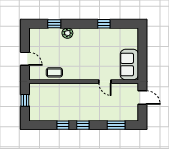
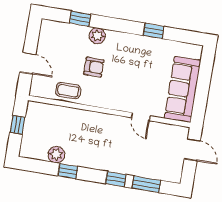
armchair: (69, 54) -> (94, 67), added
sofa: (129, 65) -> (183, 89), width x1.36
plant: (54, 116) -> (56, 155), added
window: (83, 125) -> (116, 179), moved

